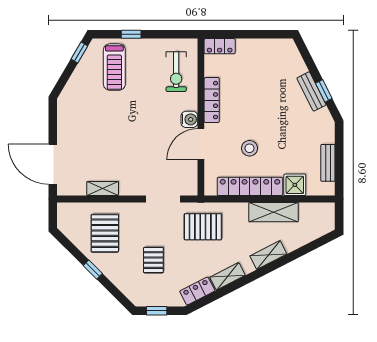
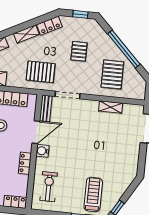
locker: (212, 100) -> (25, 163), width x0.66
bench: (191, 178) -> (46, 108), added
window: (93, 269) -> (124, 49), width x3.17

